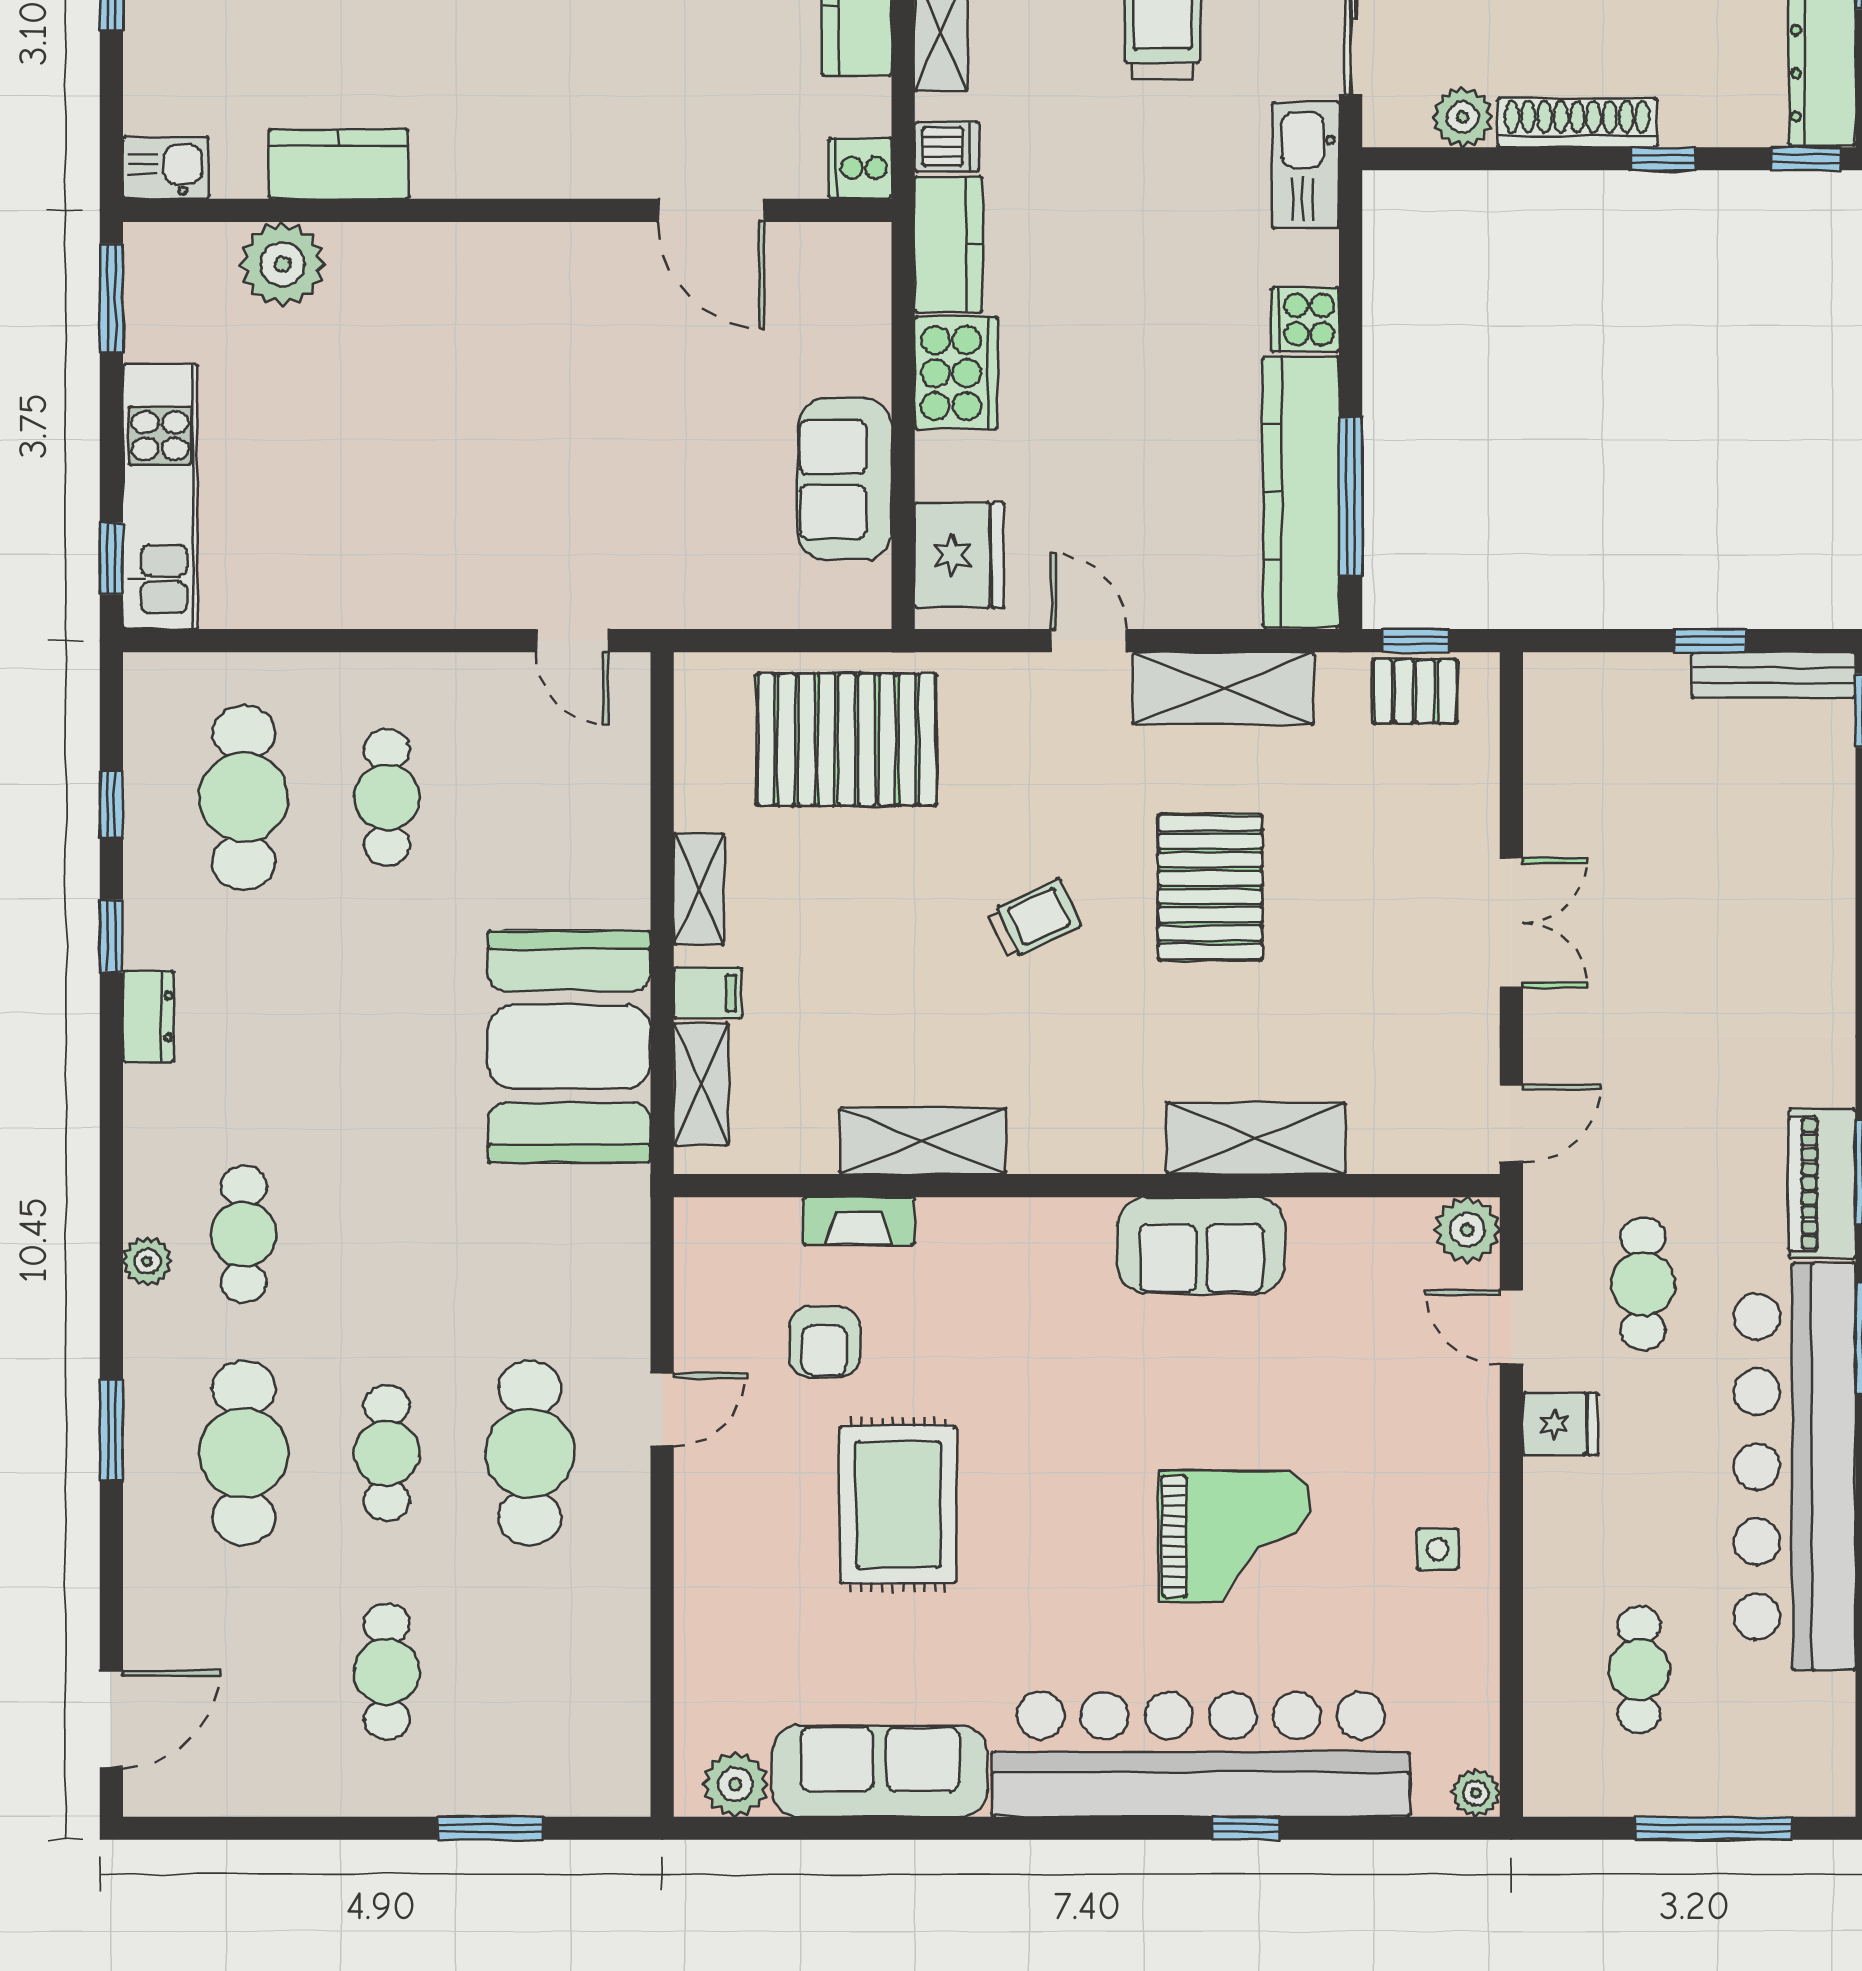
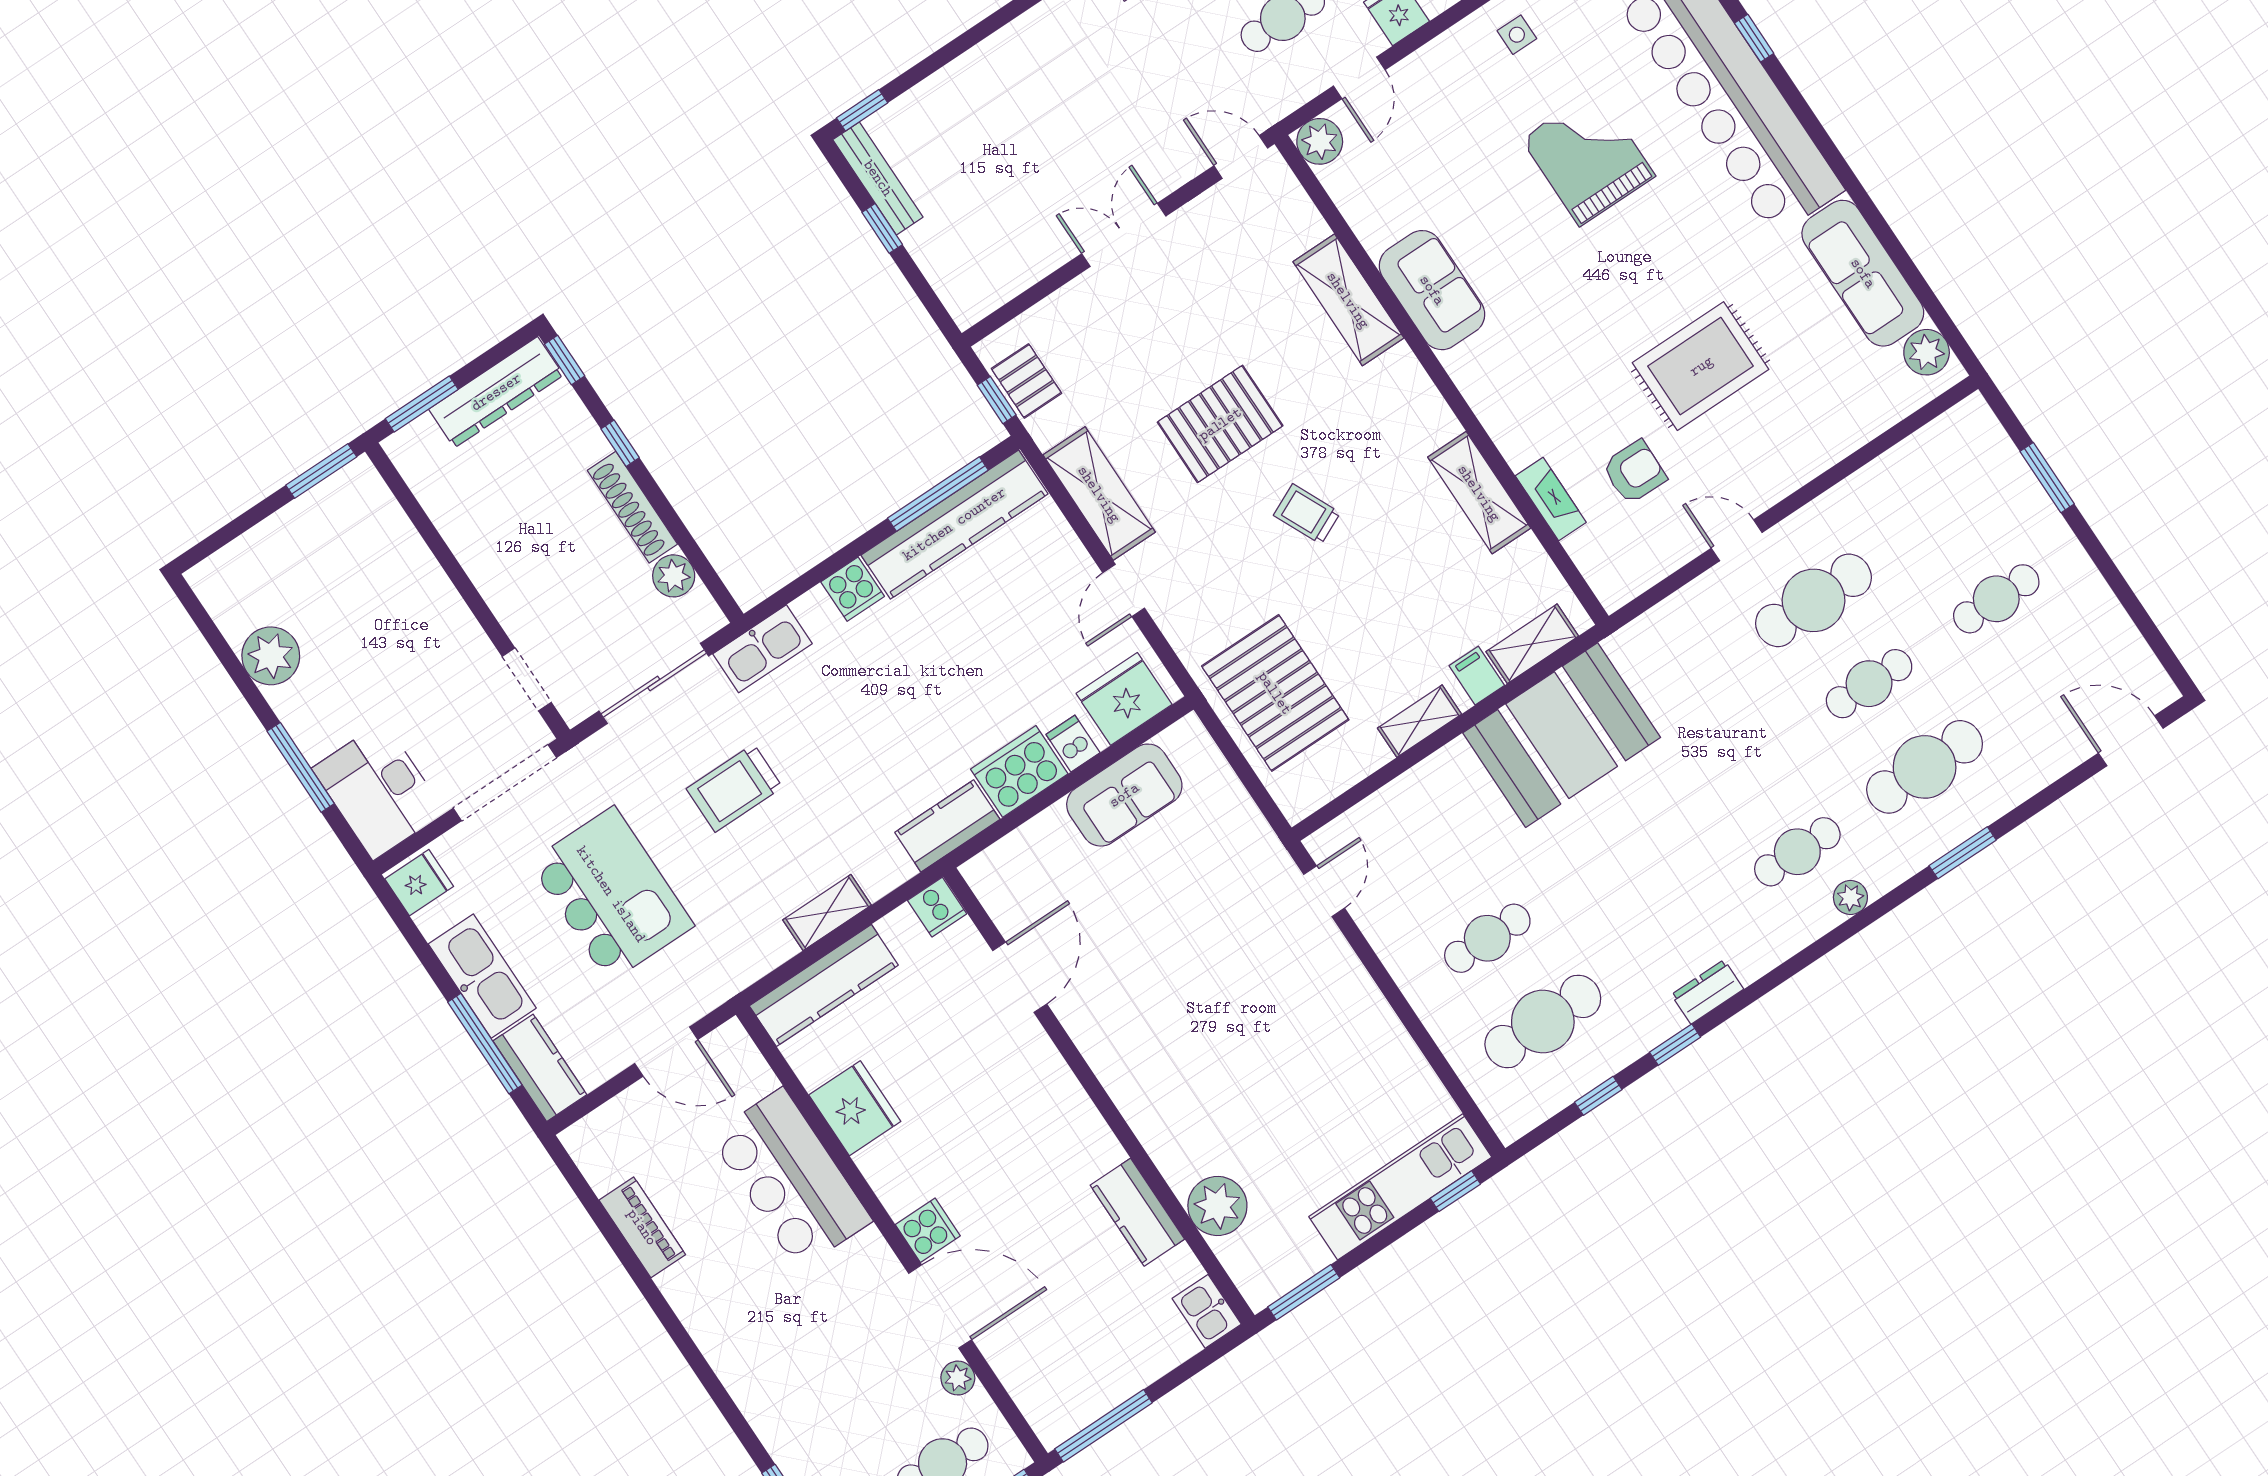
dishwasher: (947, 147) -> (1073, 744), moved

